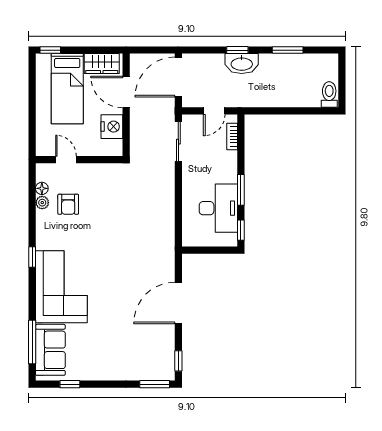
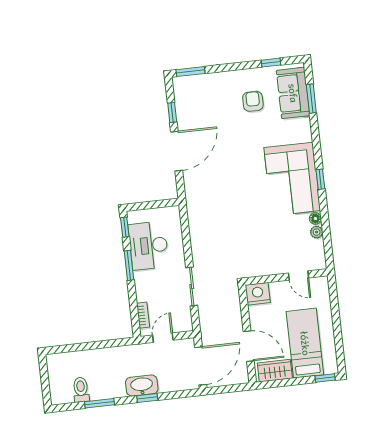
toilet: (329, 95) -> (81, 390), moved, turned 180
nightstand: (112, 127) -> (258, 294), moved, turned 90
sliding door: (178, 142) -> (192, 286), moved
floor lamp: (42, 188) -> (315, 218), moved
armchair: (68, 204) -> (253, 101), moved
corner sofa: (61, 287) -> (292, 179), moved
window: (32, 342) -> (311, 99), width x0.69
window: (178, 361) -> (172, 113), moved

